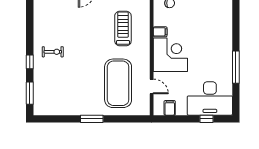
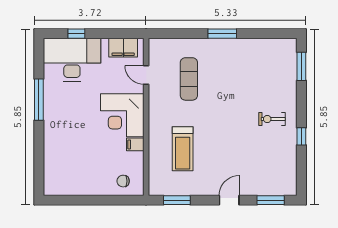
window: (30, 62) -> (301, 136), moved
exercise mat: (118, 83) -> (189, 79), width x0.50, depth x0.69
filing cabinet: (170, 108) -> (123, 48), width x2.00

